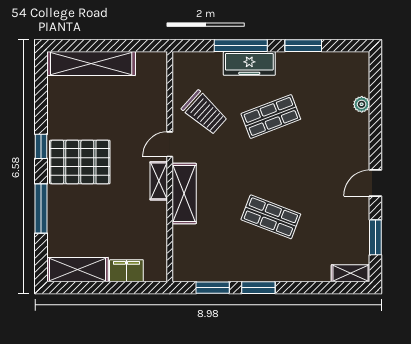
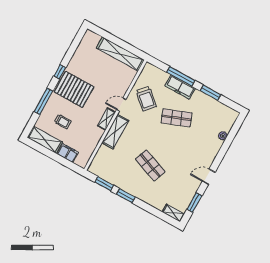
shelving: (91, 64) -> (120, 54), moved
trolley: (90, 224) -> (63, 122), added

